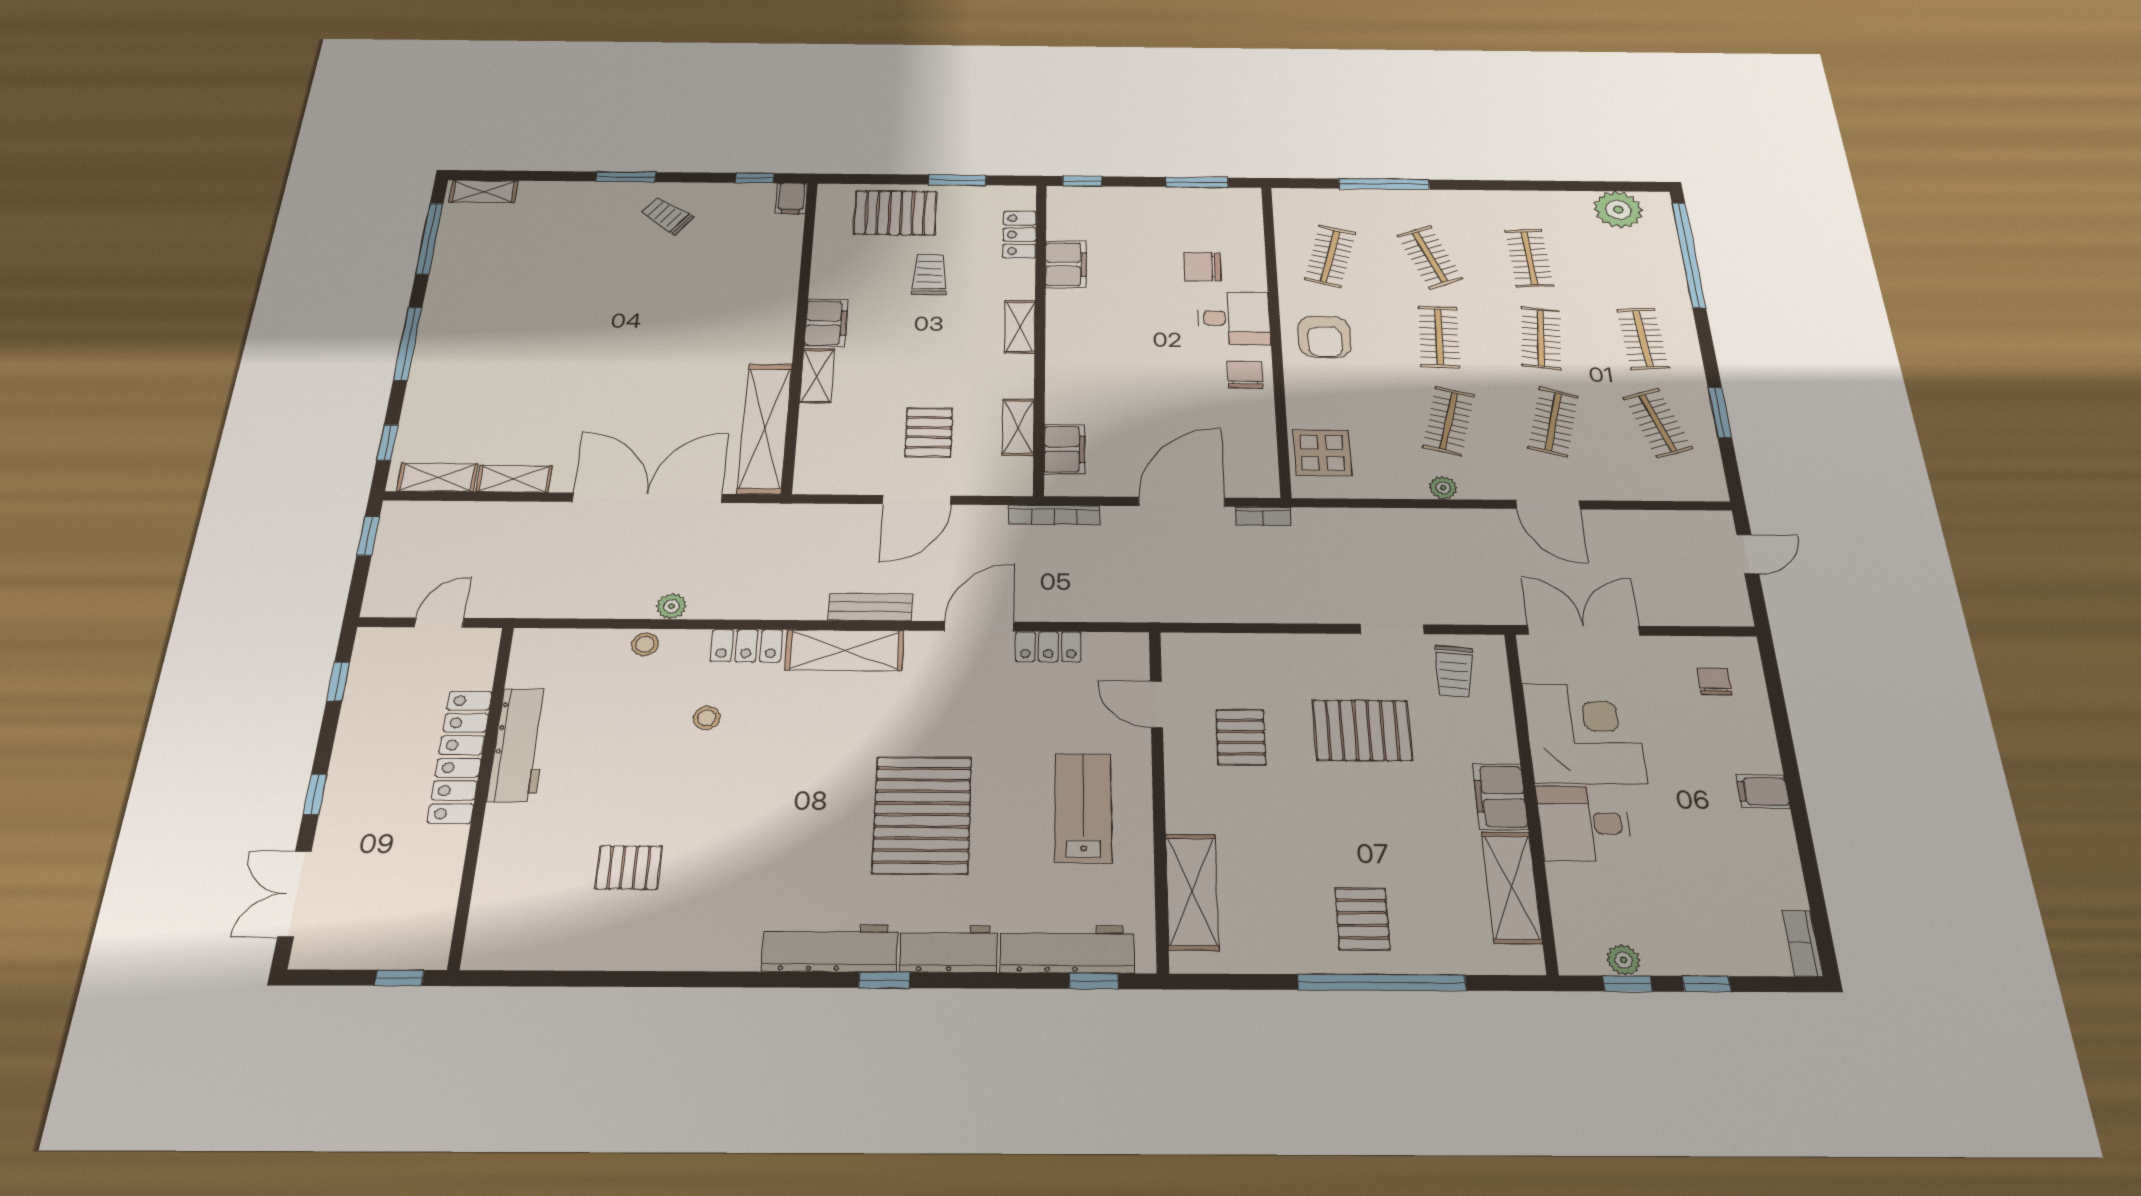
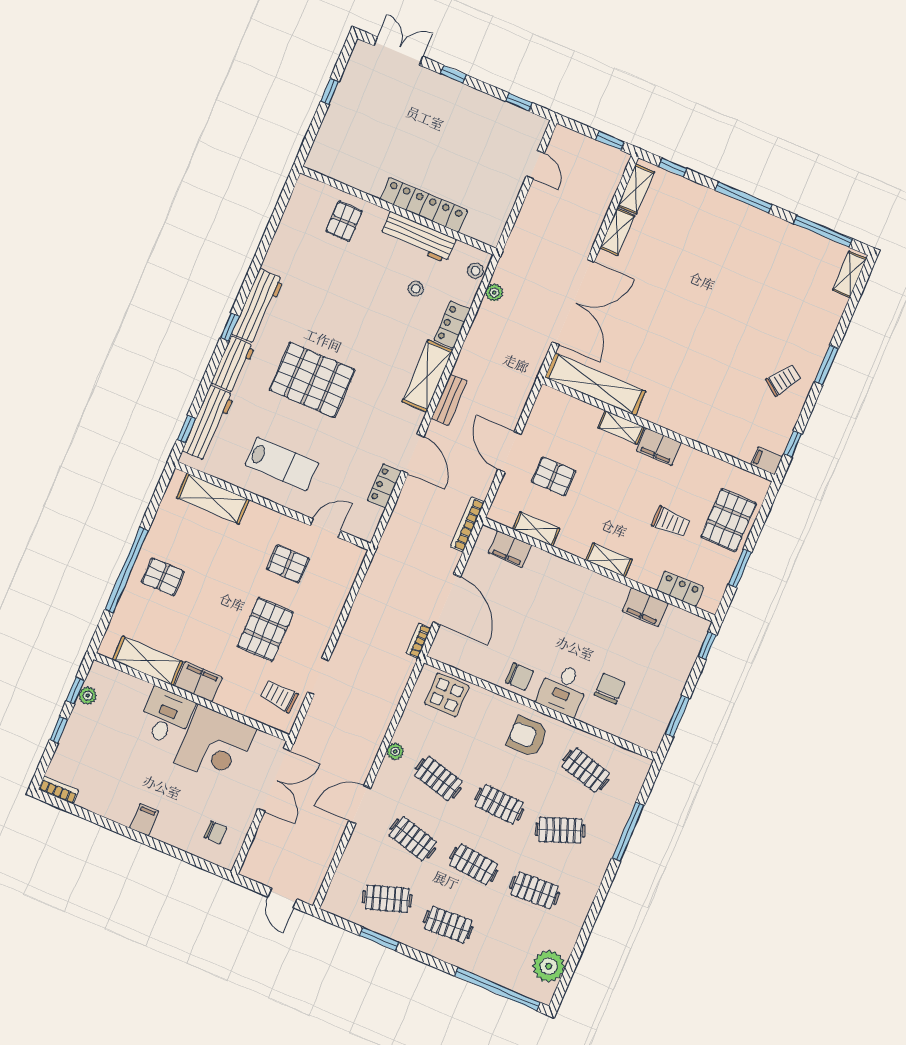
workbench: (519, 745) -> (418, 237), moved
locker: (460, 756) -> (424, 205), moved
wall: (482, 791) -> (398, 211), moved

